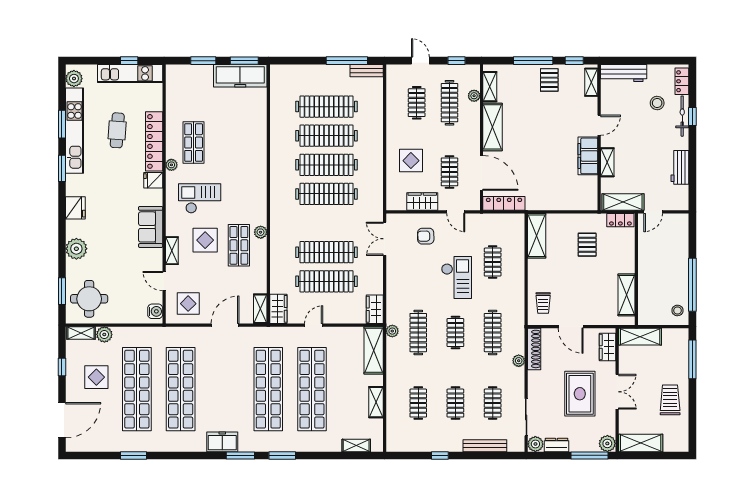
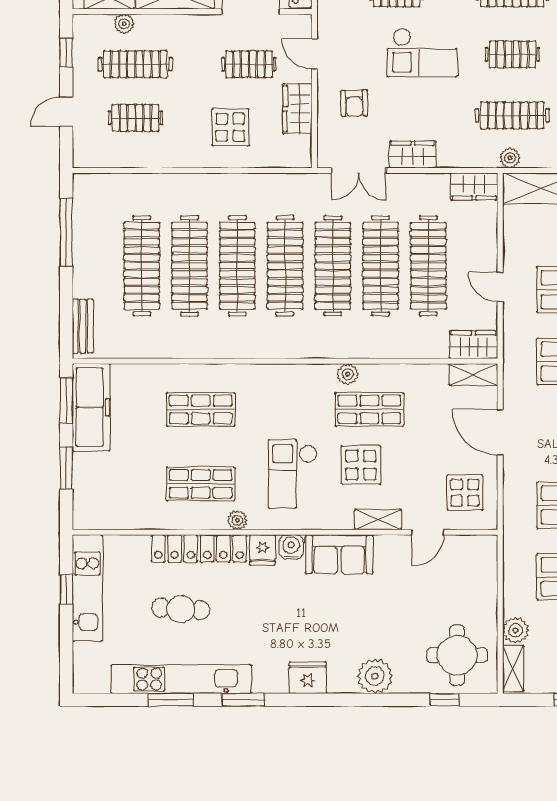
bench: (367, 71) -> (83, 326), moved
plant: (74, 79) -> (96, 680), removed
shop shelf: (239, 143) -> (201, 409), added
door: (456, 212) -> (314, 54), swing flipped
clothes rail: (327, 223) -> (333, 266), added
wardrobe: (394, 272) -> (413, 154), added
checkout: (457, 278) -> (422, 52), turned 180
window: (62, 291) -> (444, 700), width x0.67
water cooler: (155, 311) -> (291, 547), moved

